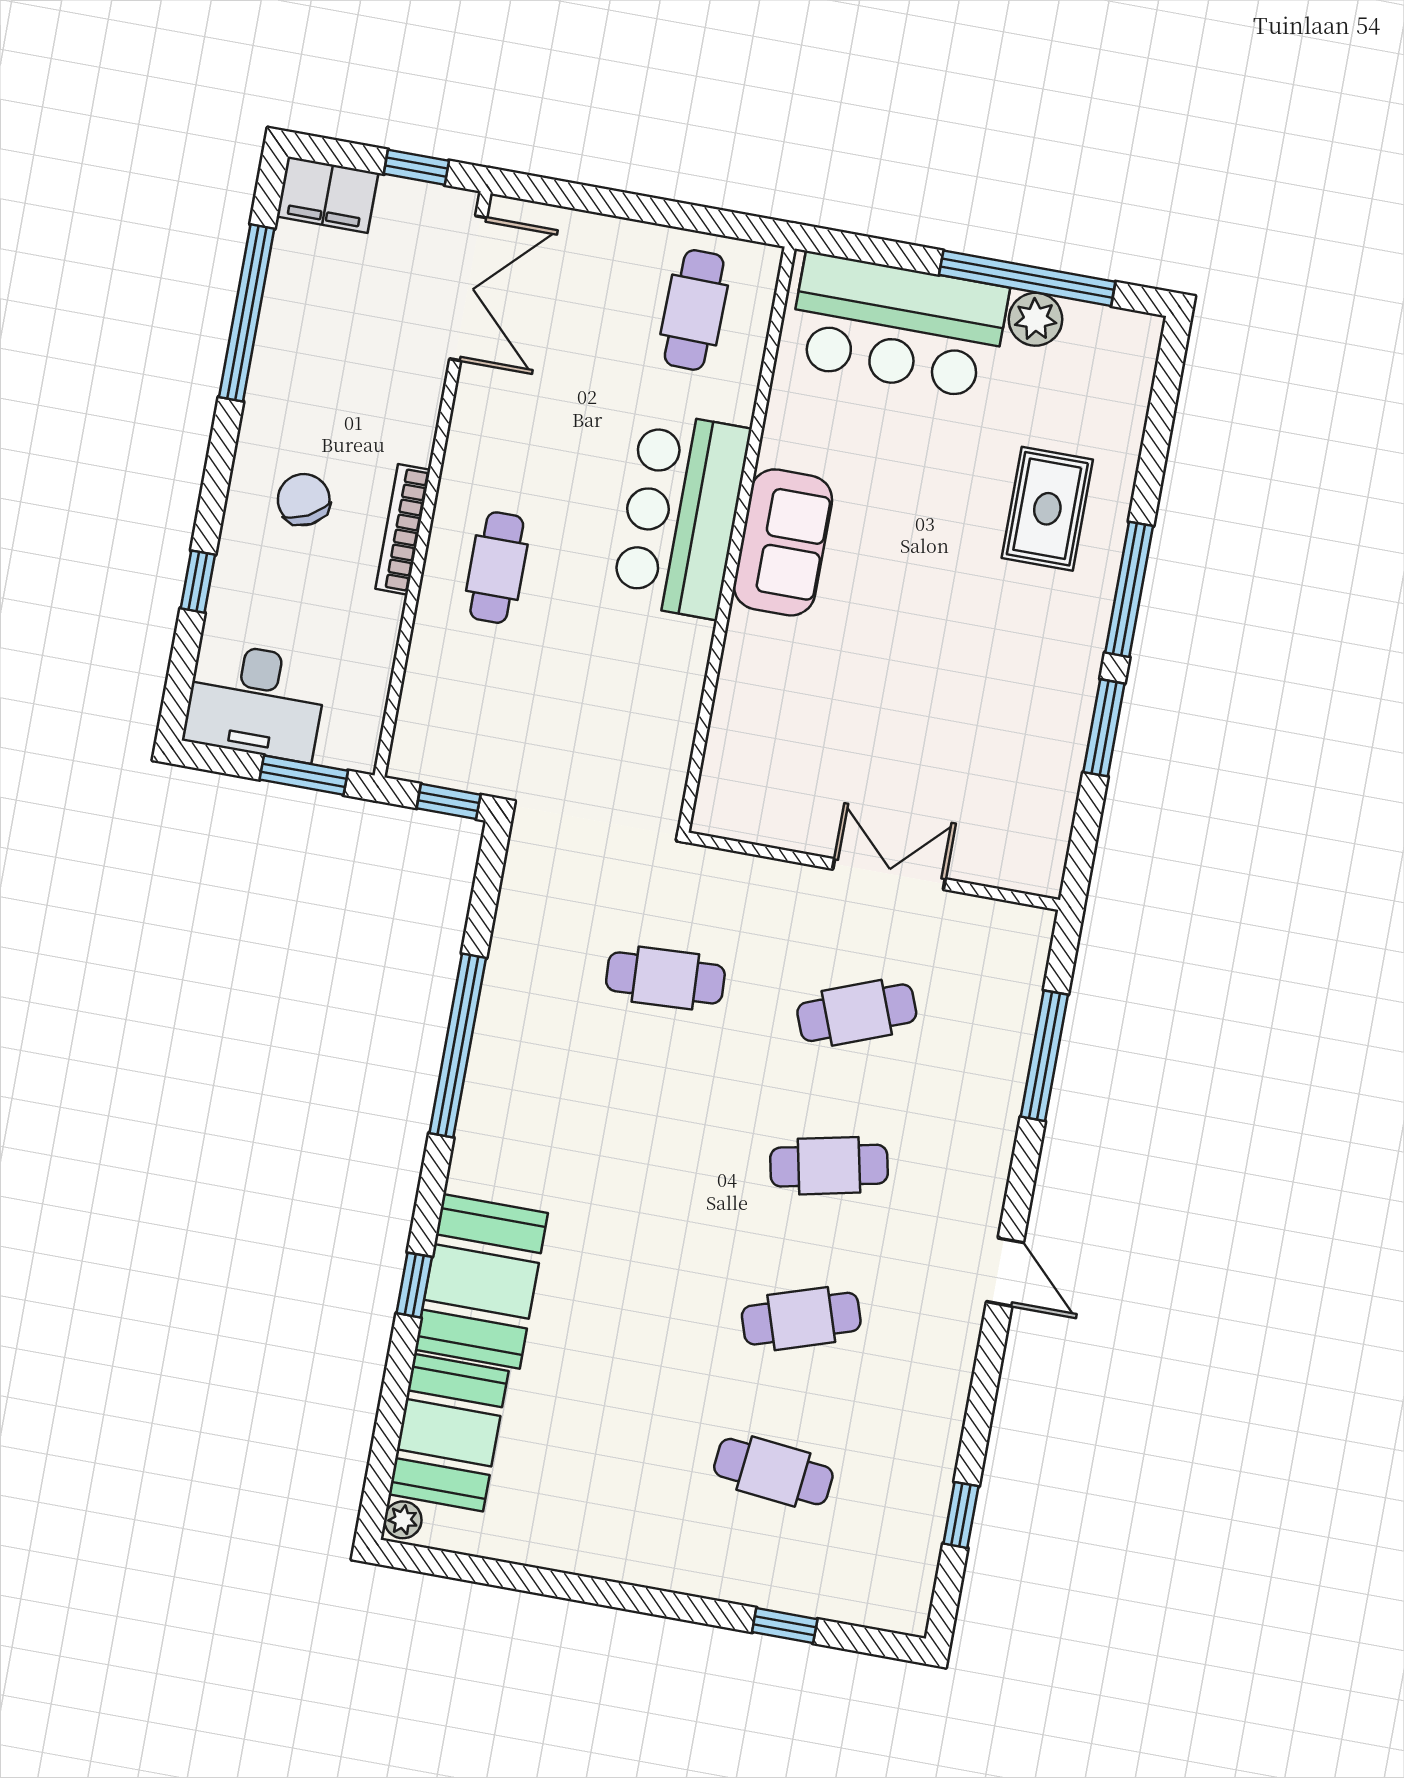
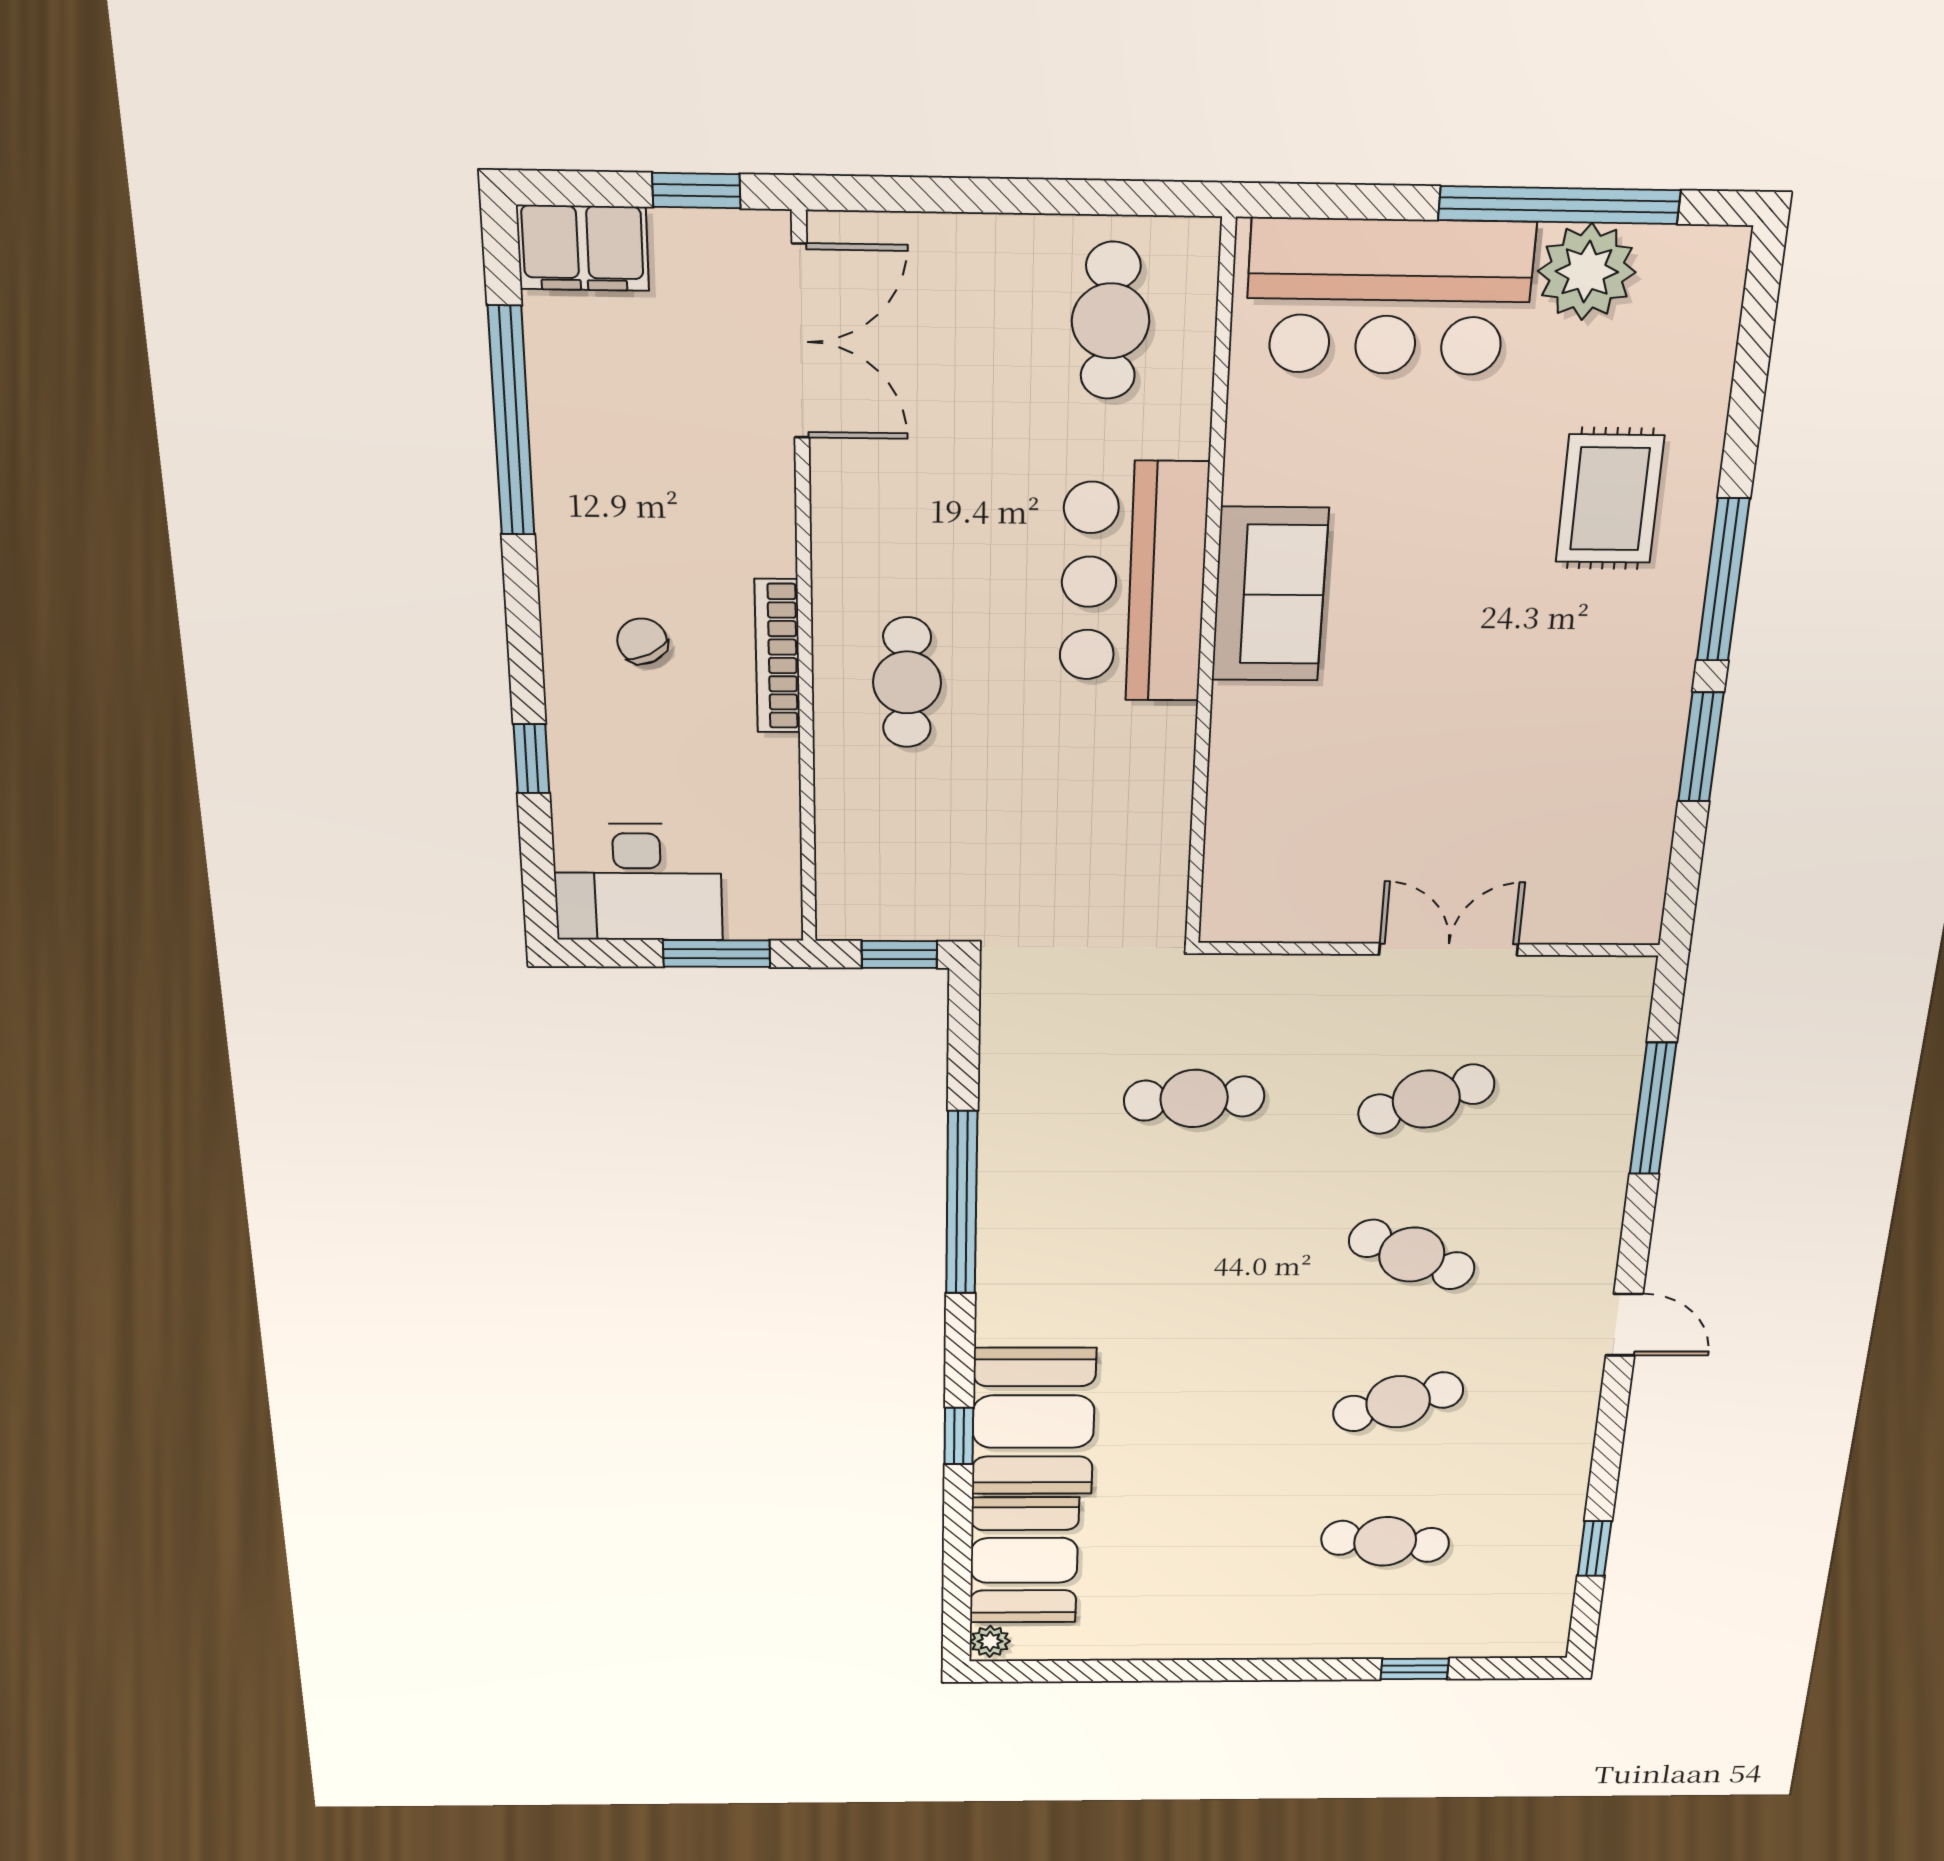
plant: (1035, 319) -> (1587, 272), width x1.36, depth x1.36
chair: (304, 500) -> (642, 641), width x0.73, depth x0.73
cafe table: (829, 1166) -> (1412, 1255), turned 36

